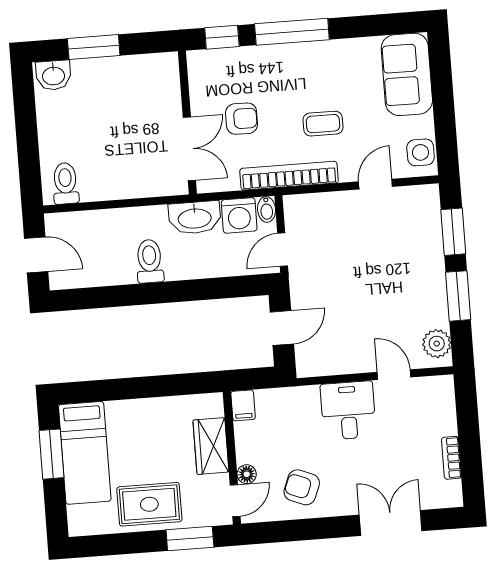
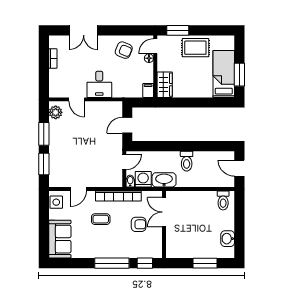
washbasin: (53, 75) -> (228, 239), moved, turned -90
armchair: (242, 119) -> (139, 224), turned 180
wardrobe: (211, 446) -> (165, 85), moved

